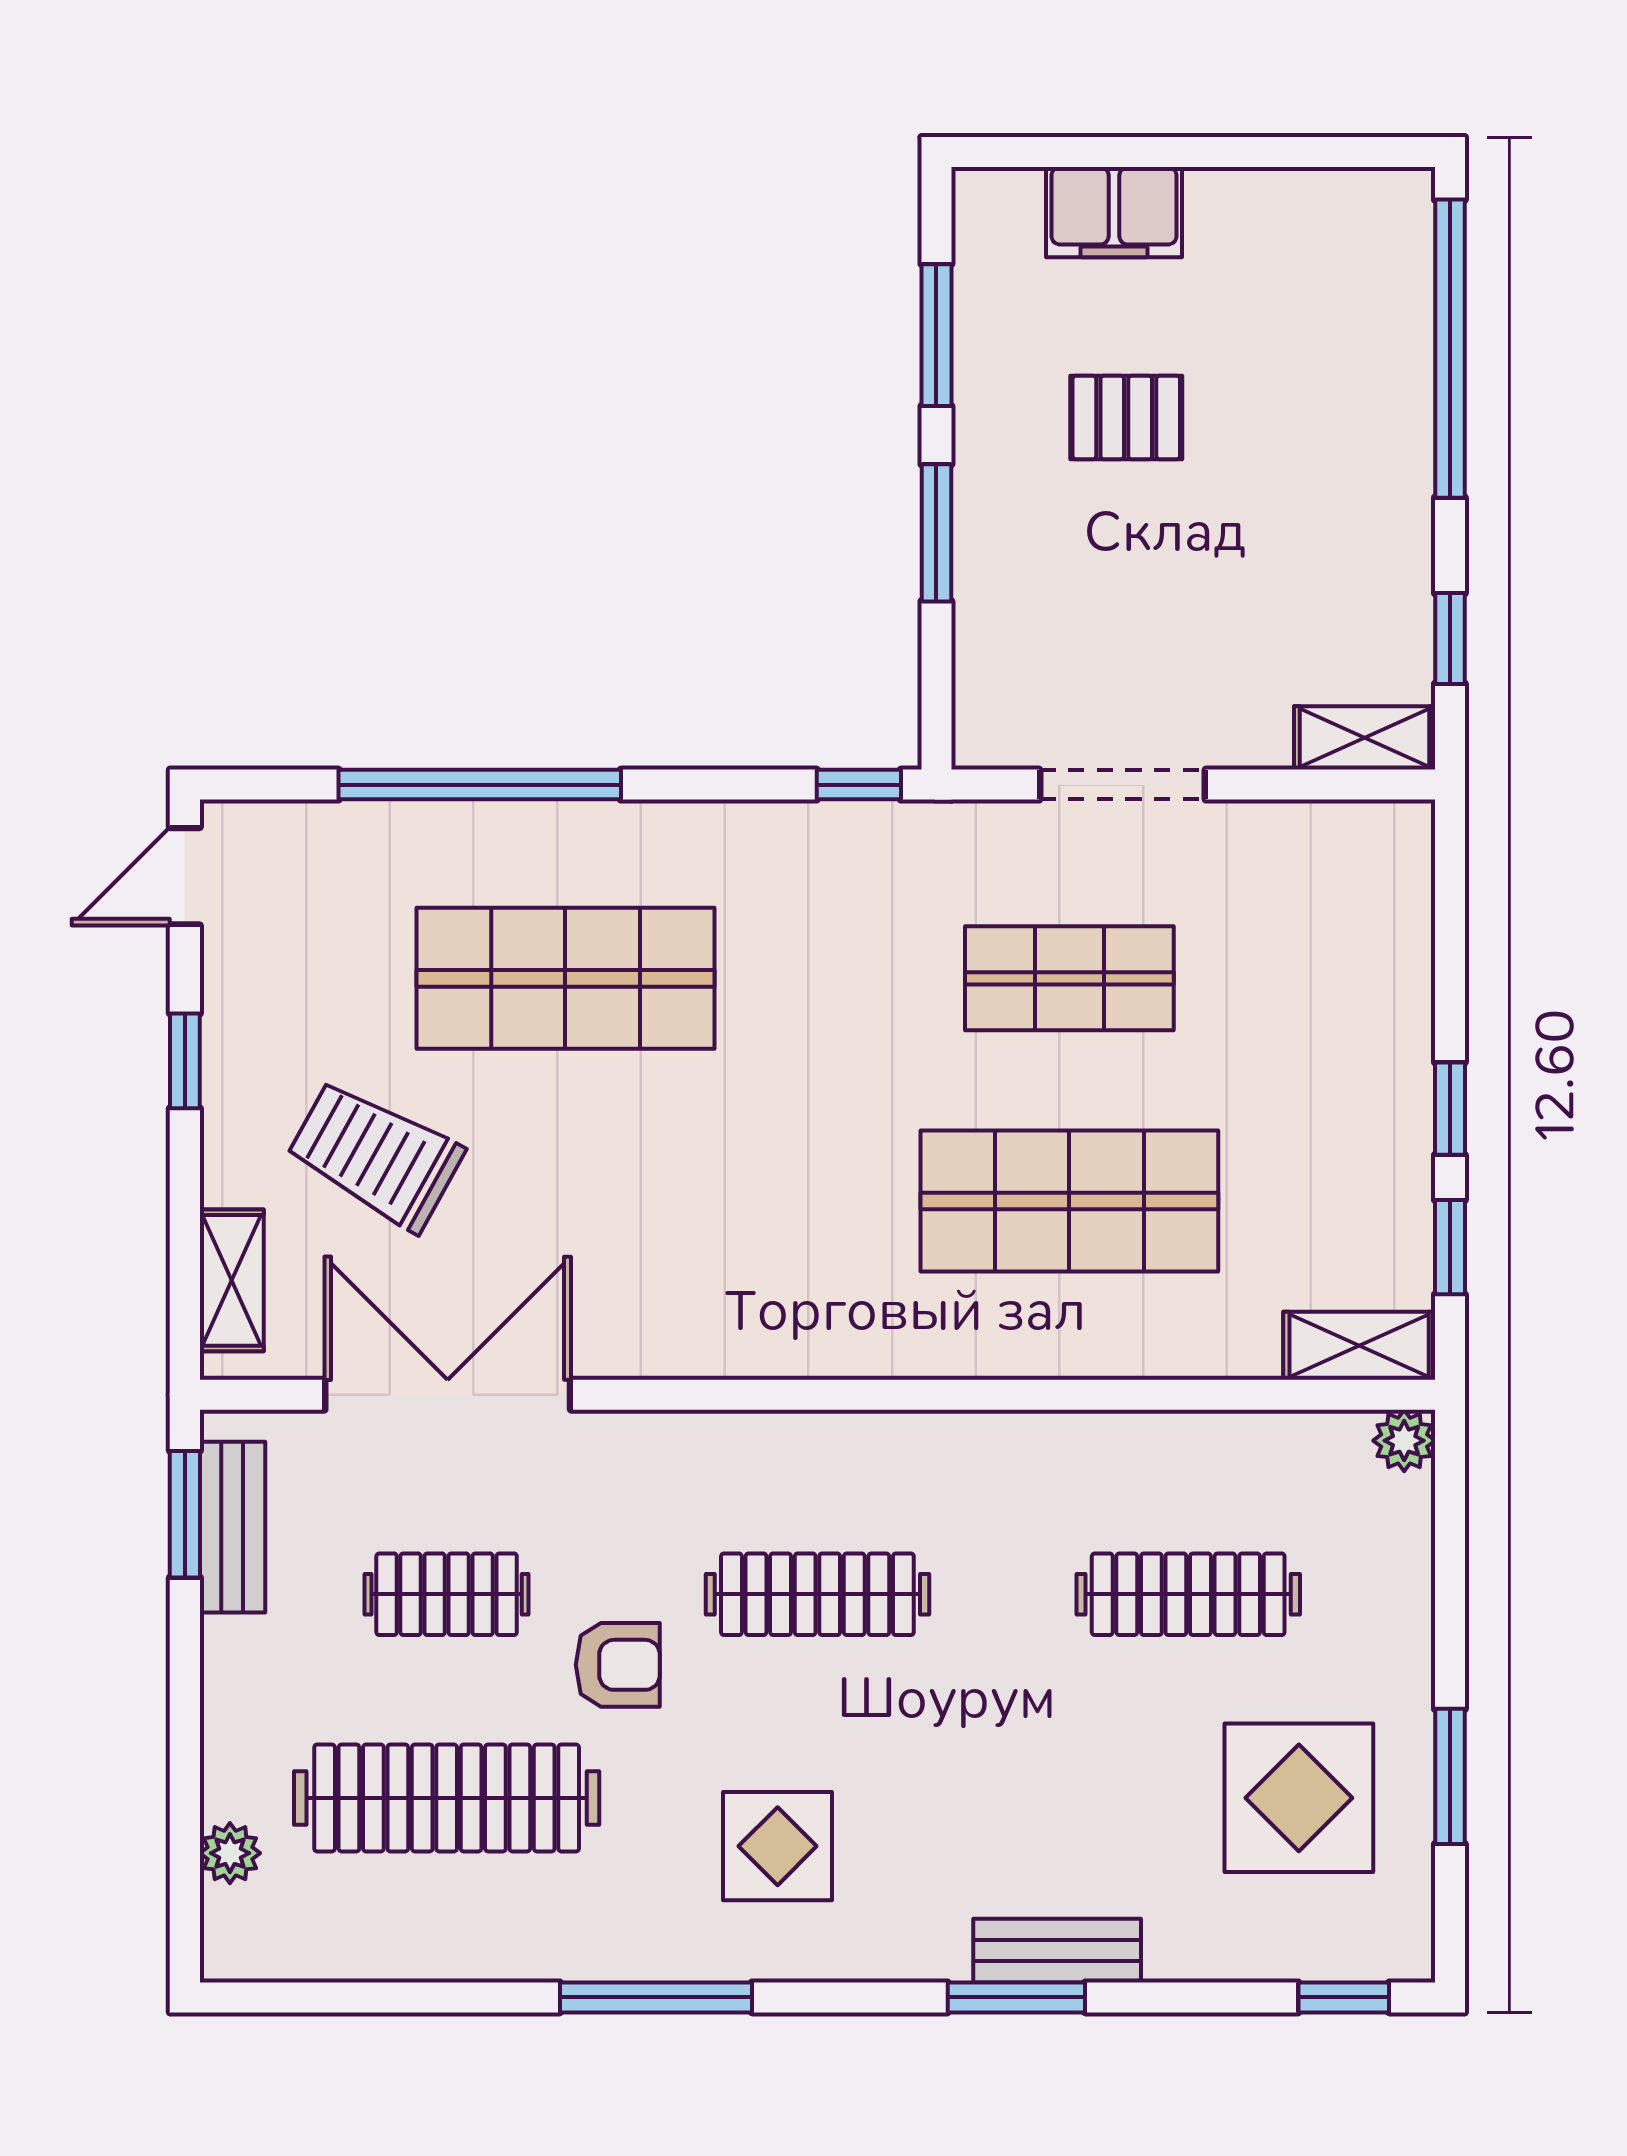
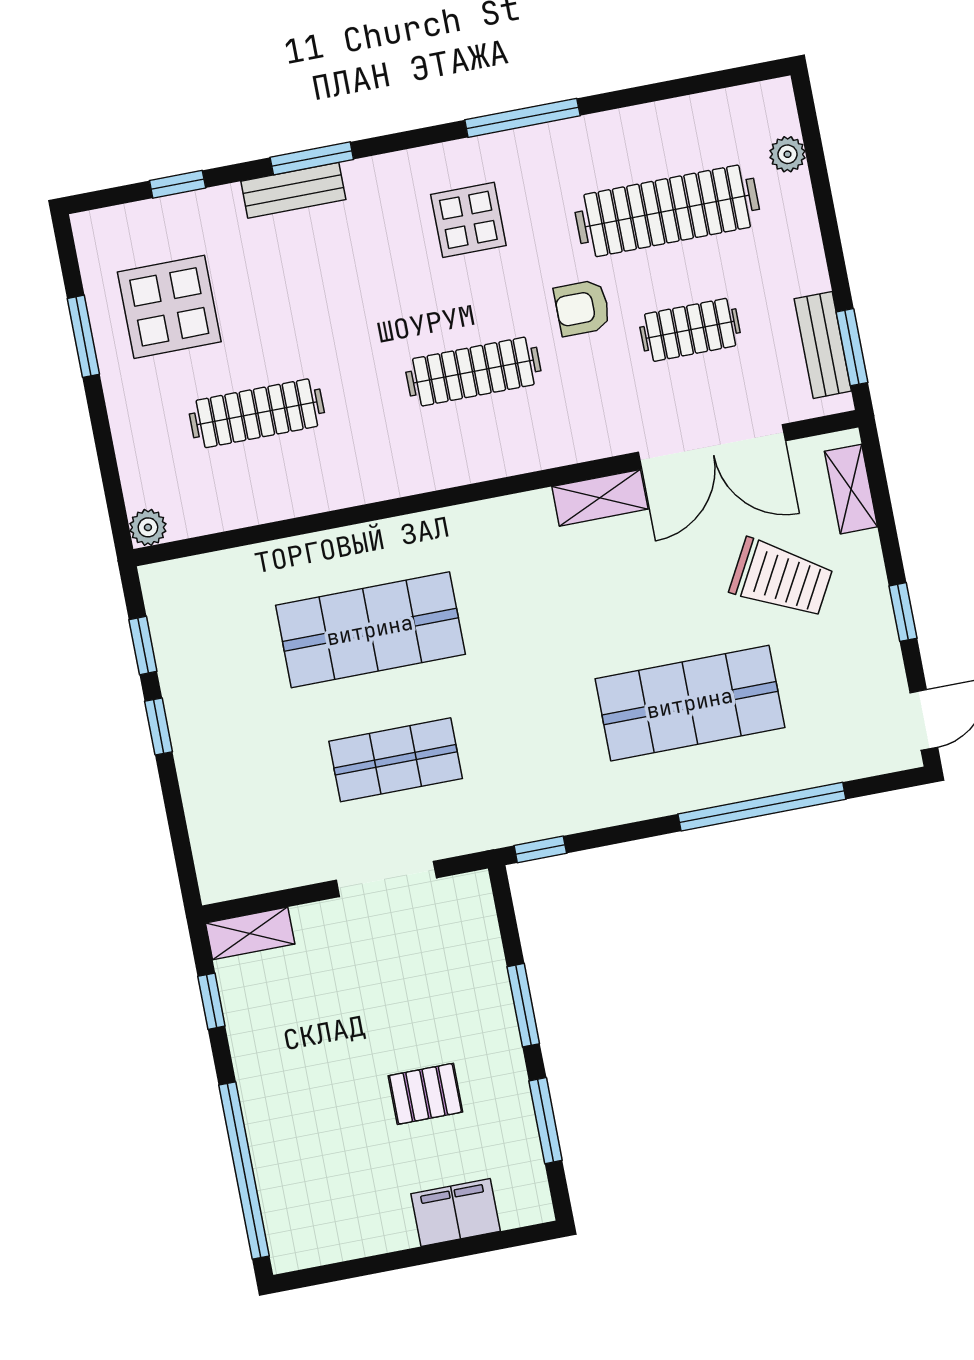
shelving: (1359, 1346) -> (600, 498), moved
window: (1344, 1997) -> (178, 184), moved

